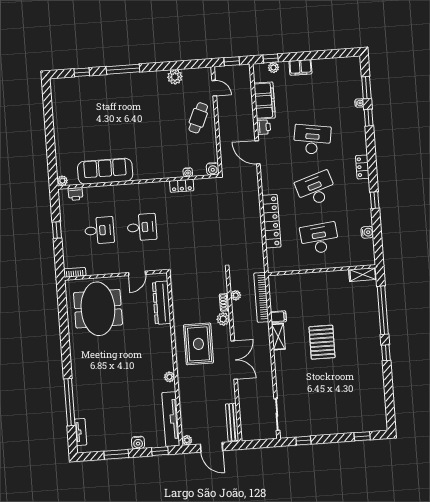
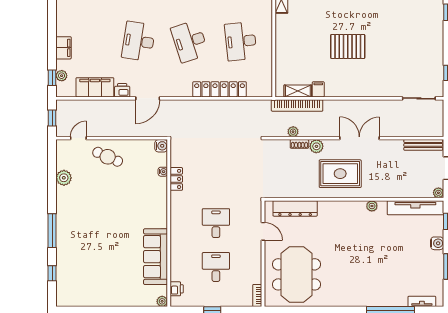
meeting table: (98, 309) -> (296, 274), turned 90
shelving: (278, 337) -> (298, 91), moved

